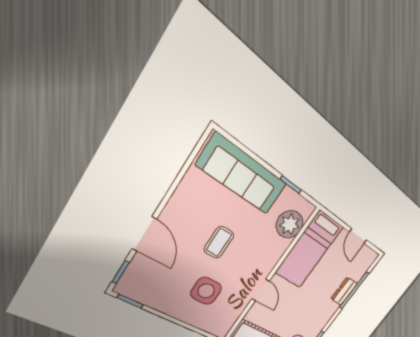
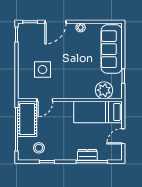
plant: (178, 201) -> (81, 27), added
coffee table: (219, 242) -> (72, 59), removed
door: (261, 290) -> (45, 100), moved

